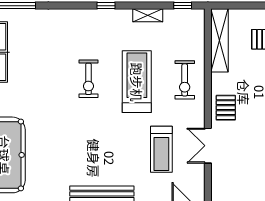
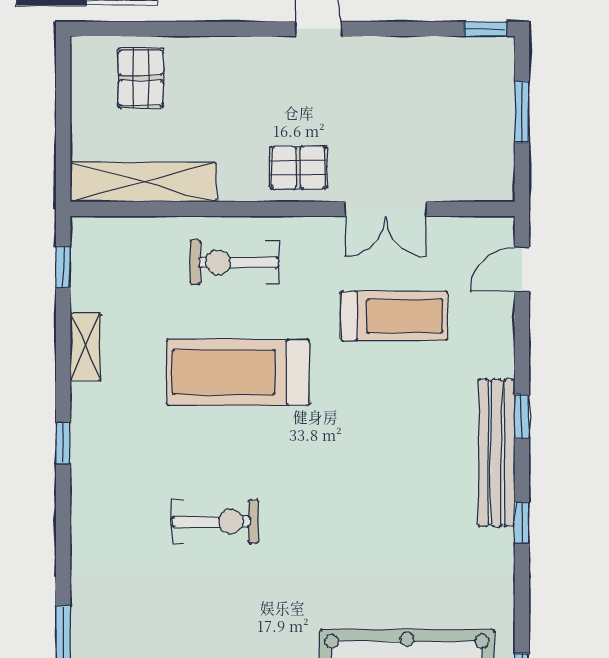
exercise bike: (88, 79) -> (215, 522), moved
exercise bike: (185, 80) -> (234, 262), turned 180

